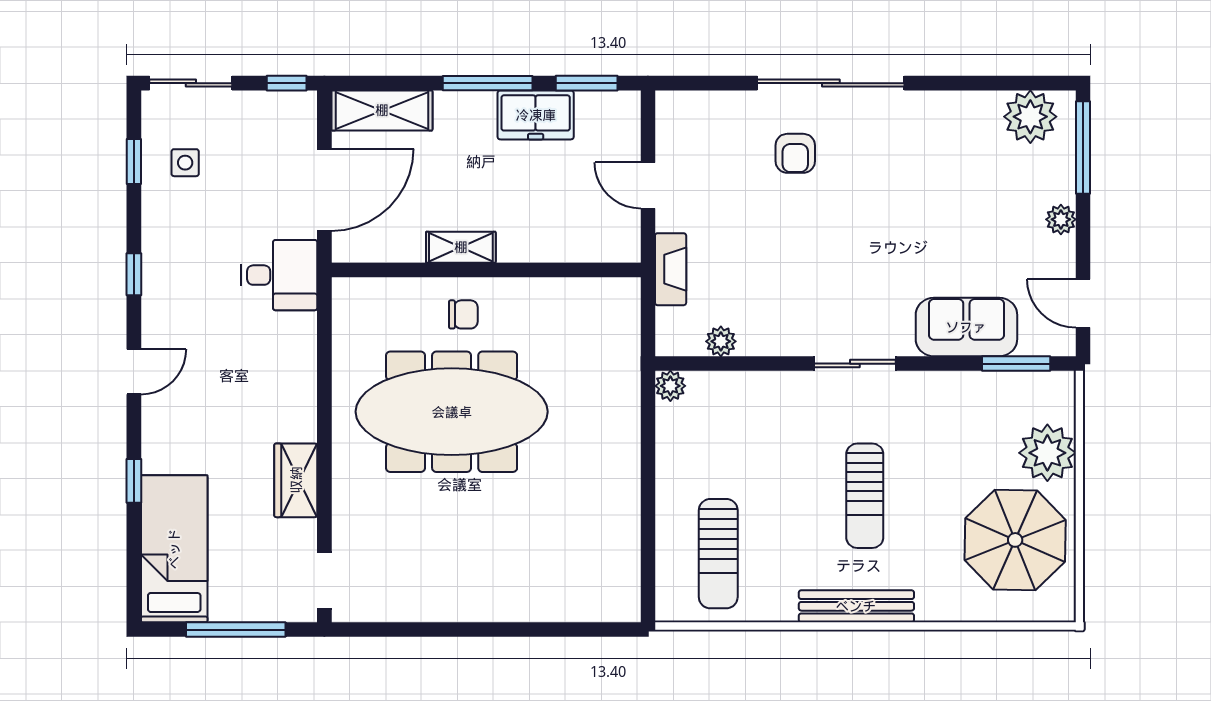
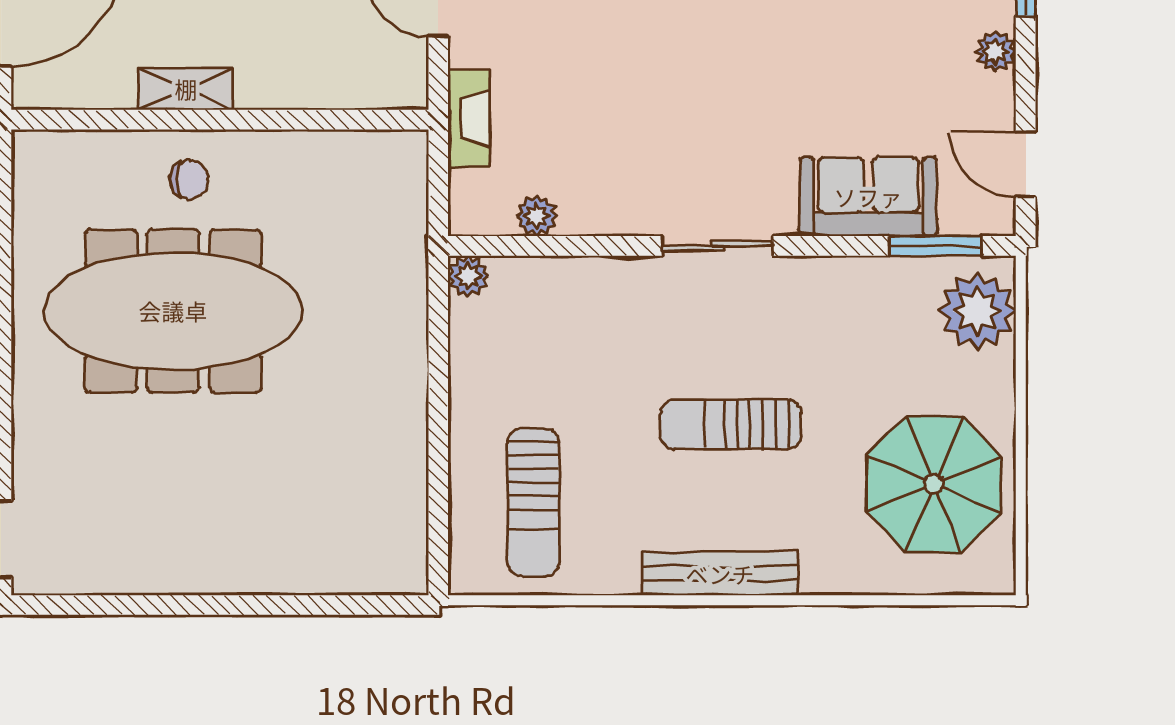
plant: (1047, 453) -> (978, 311), moved
sun lounger: (865, 496) -> (731, 424), turned 90

